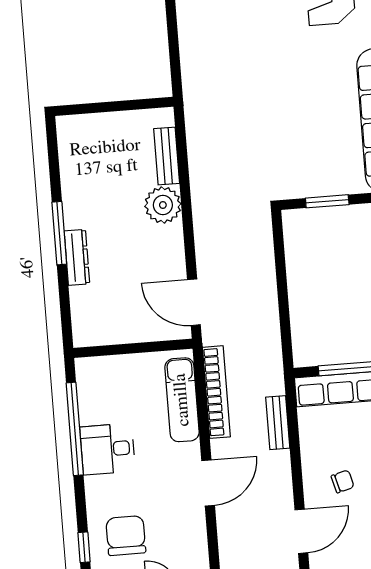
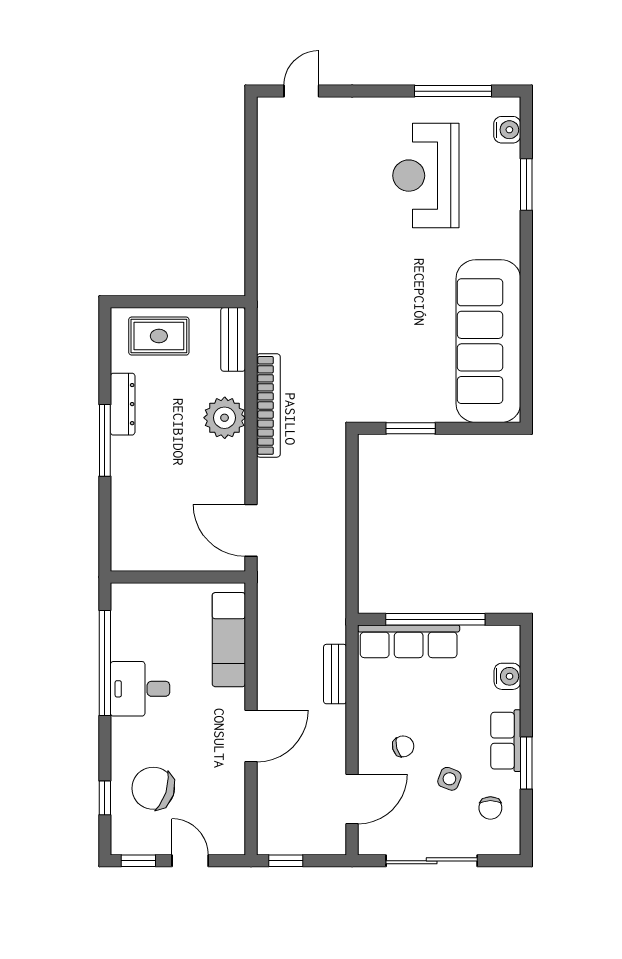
rug: (100, 138) -> (159, 336), added
bench: (167, 156) -> (233, 339), moved
dresser: (77, 257) -> (123, 404), moved
bookcase: (216, 392) -> (268, 405), moved
chair: (126, 536) -> (153, 788), turned -72

